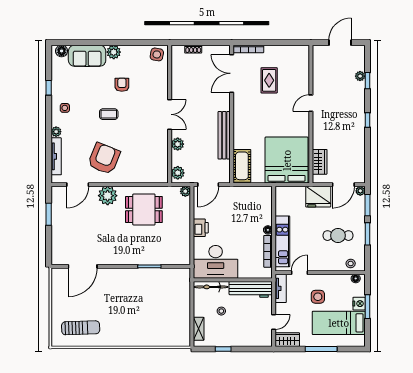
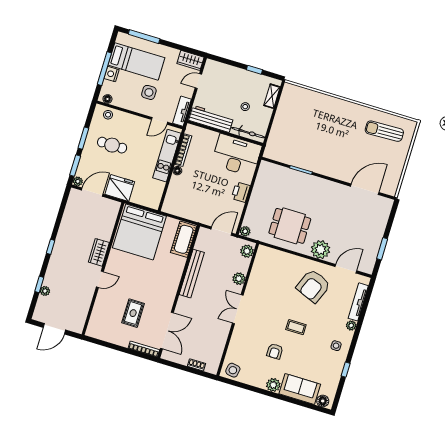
wardrobe: (320, 162) -> (99, 252), moved
window: (367, 307) -> (104, 69), width x1.44
window: (321, 349) -> (144, 37), moved

